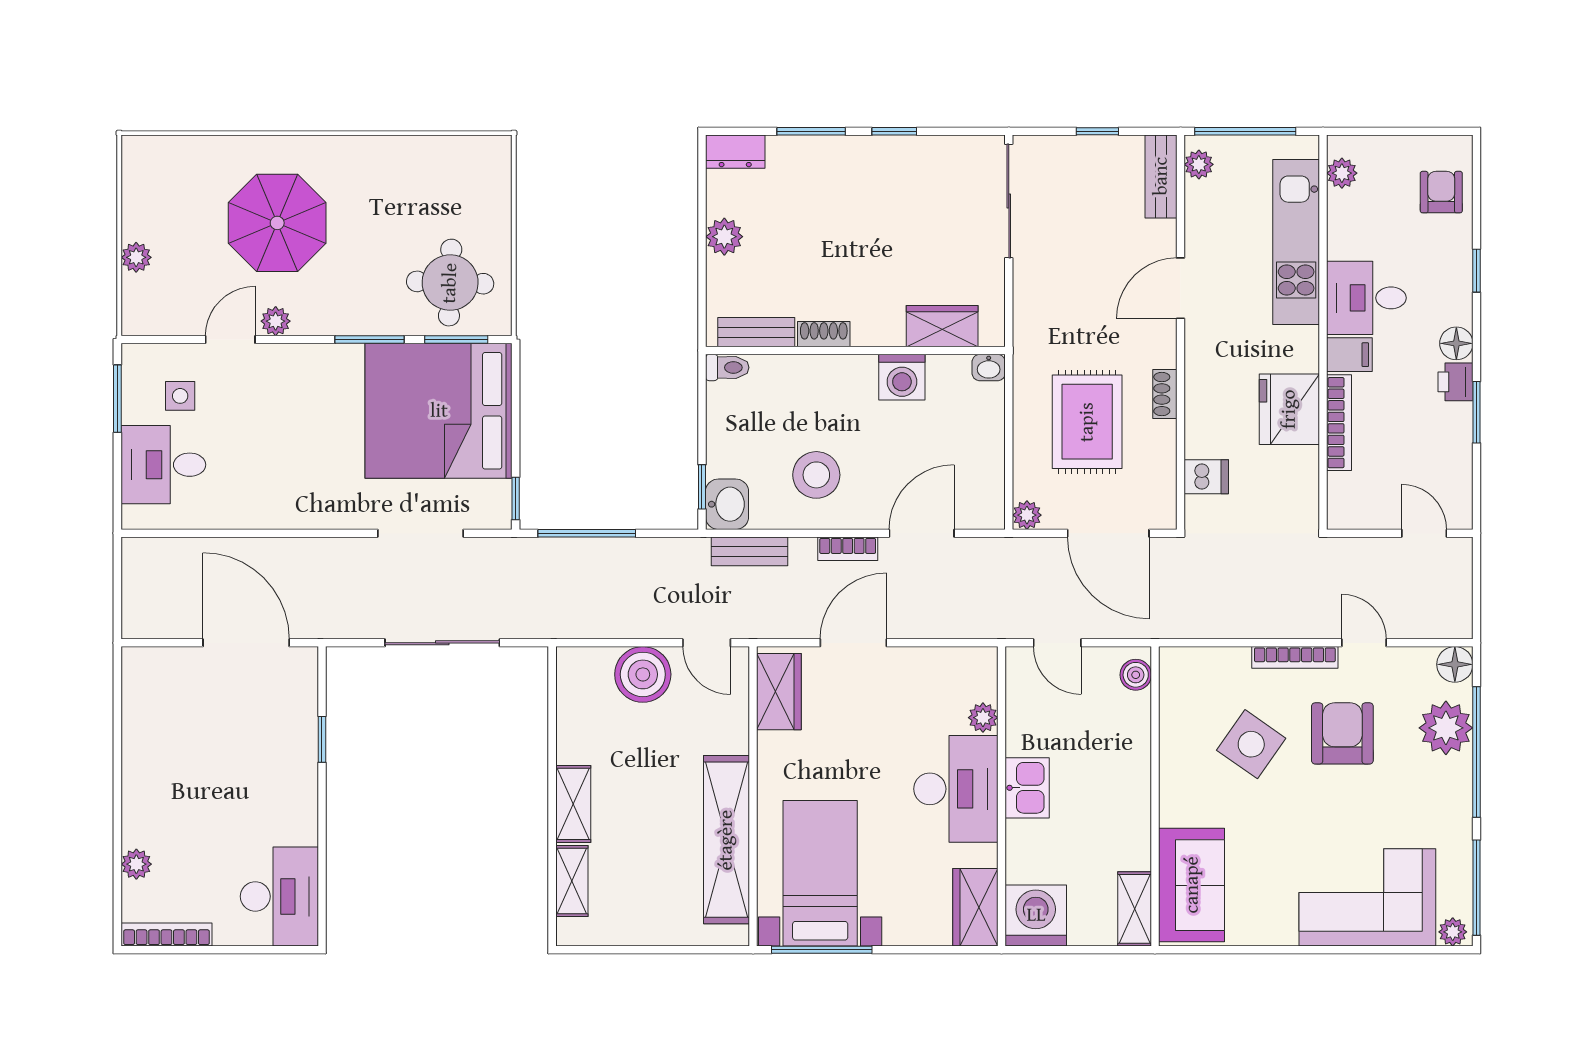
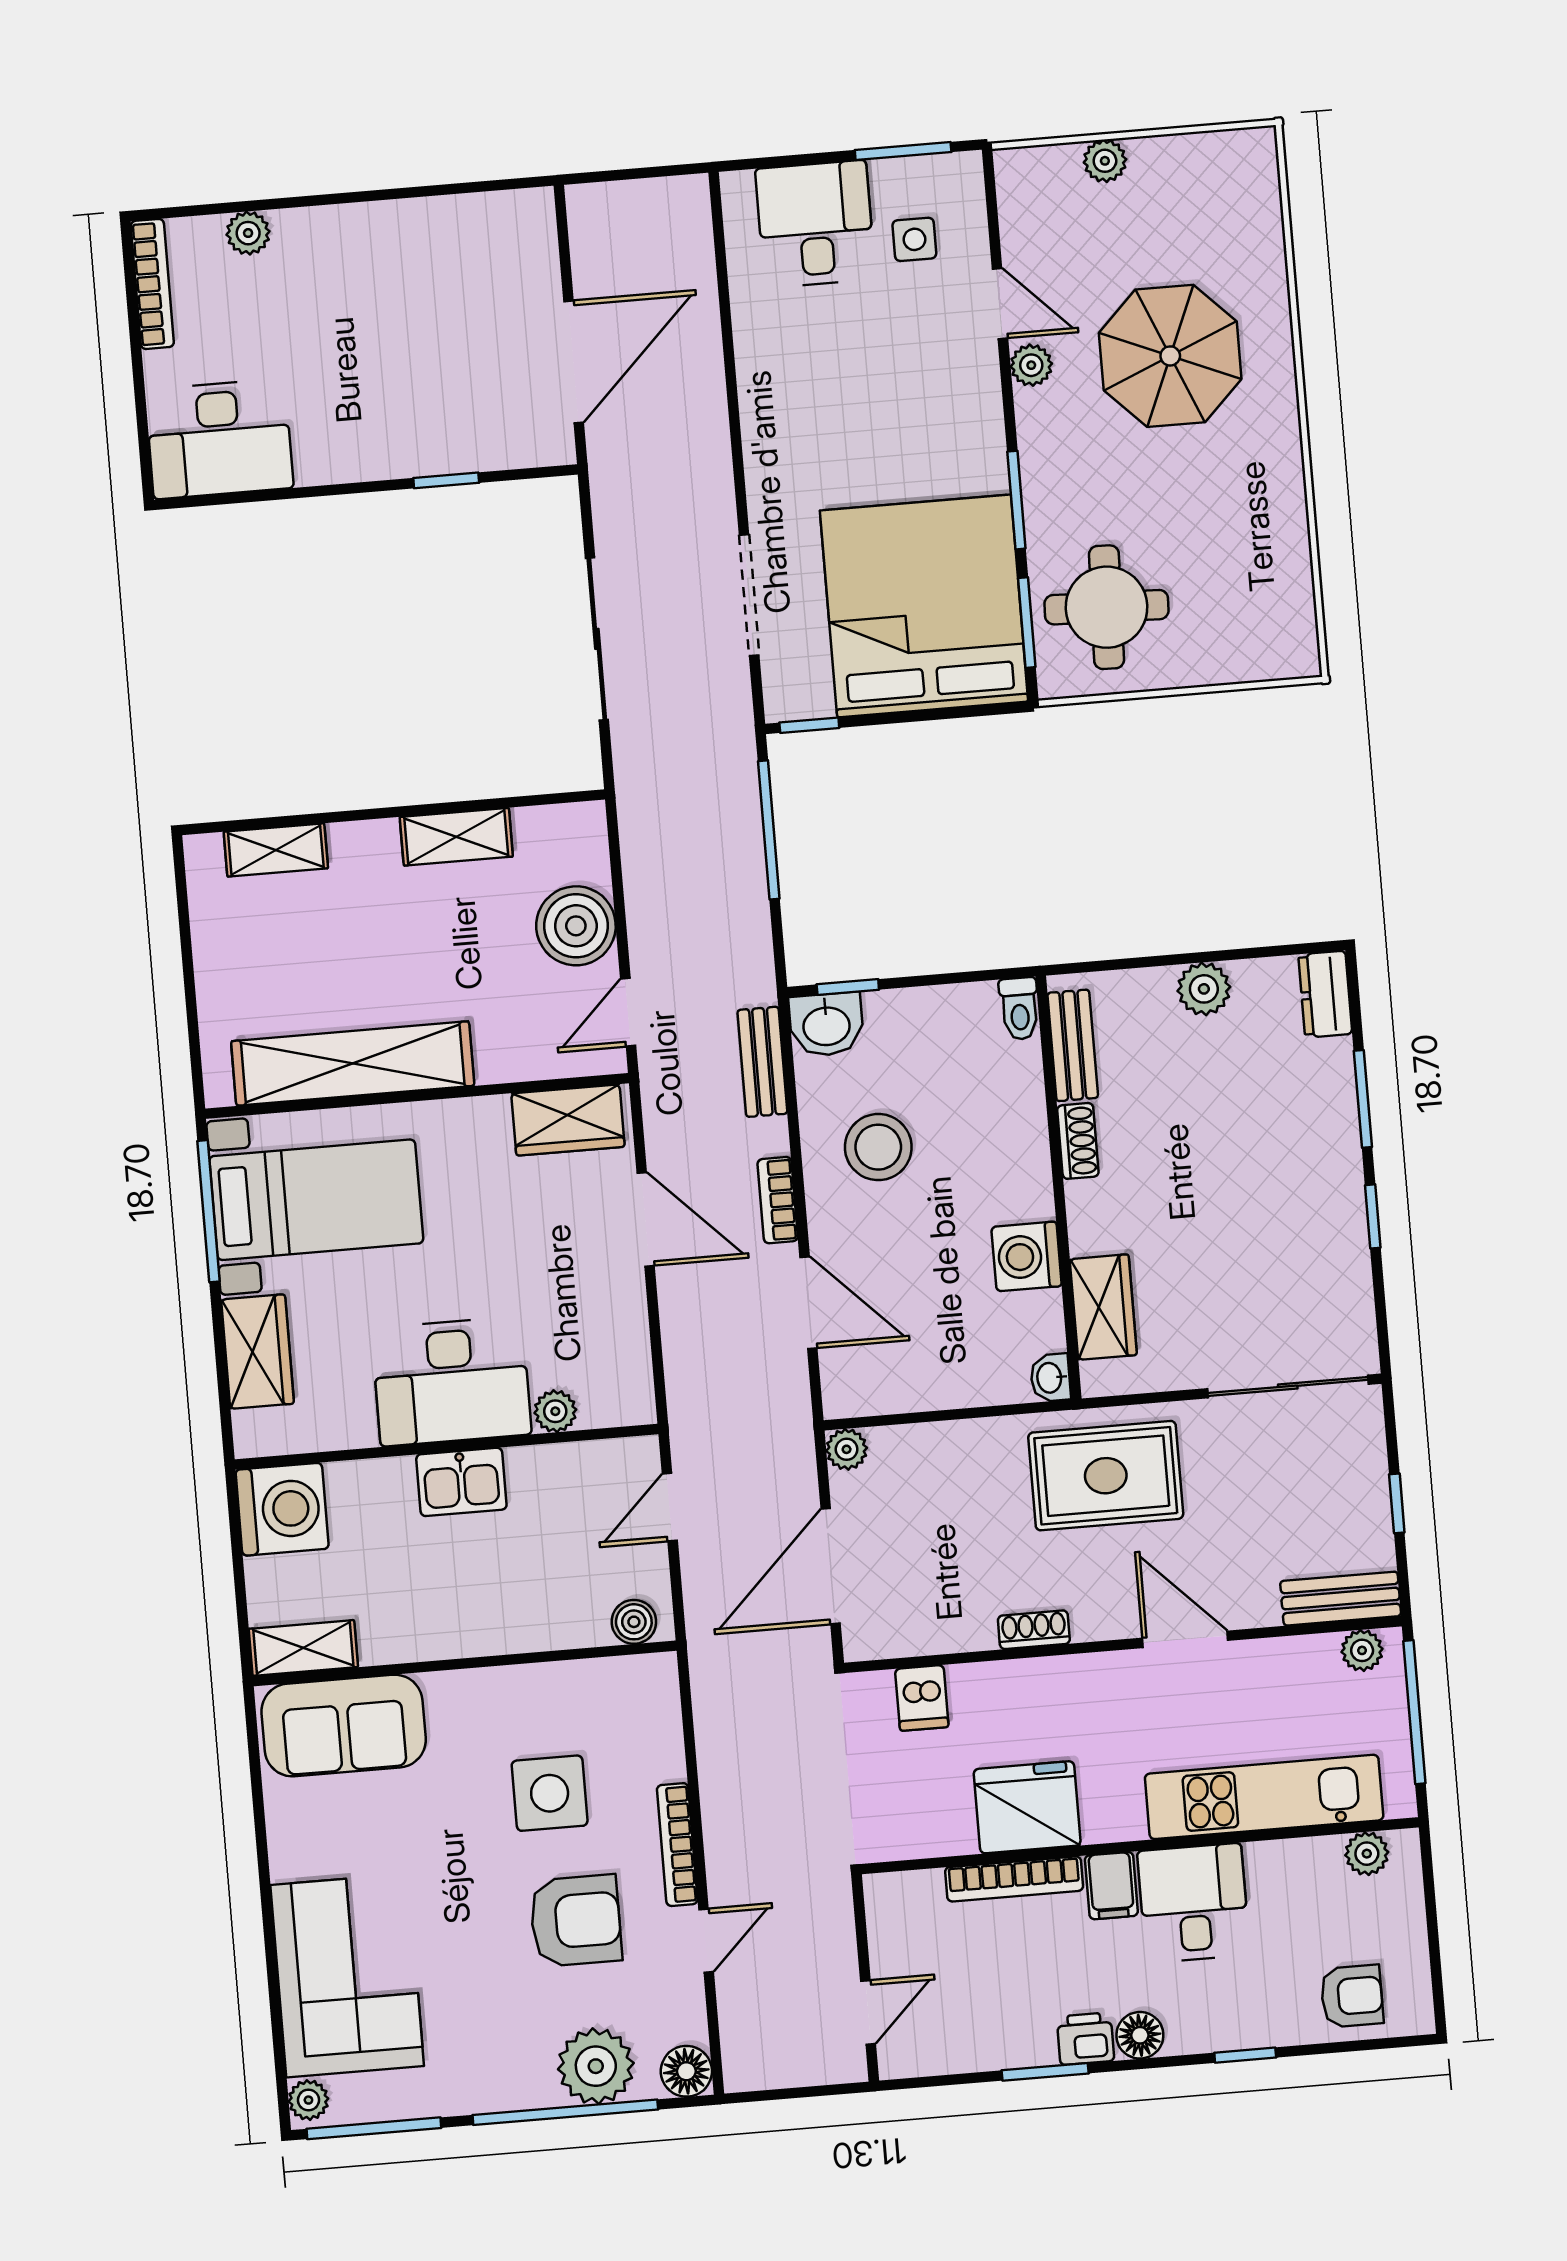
rug: (1087, 422) -> (1106, 1476), moved
side table: (1251, 744) -> (550, 1793), turned -35
shelving: (573, 804) -> (456, 837), moved
wardrobe: (975, 907) -> (258, 1352), moved, turned 90

